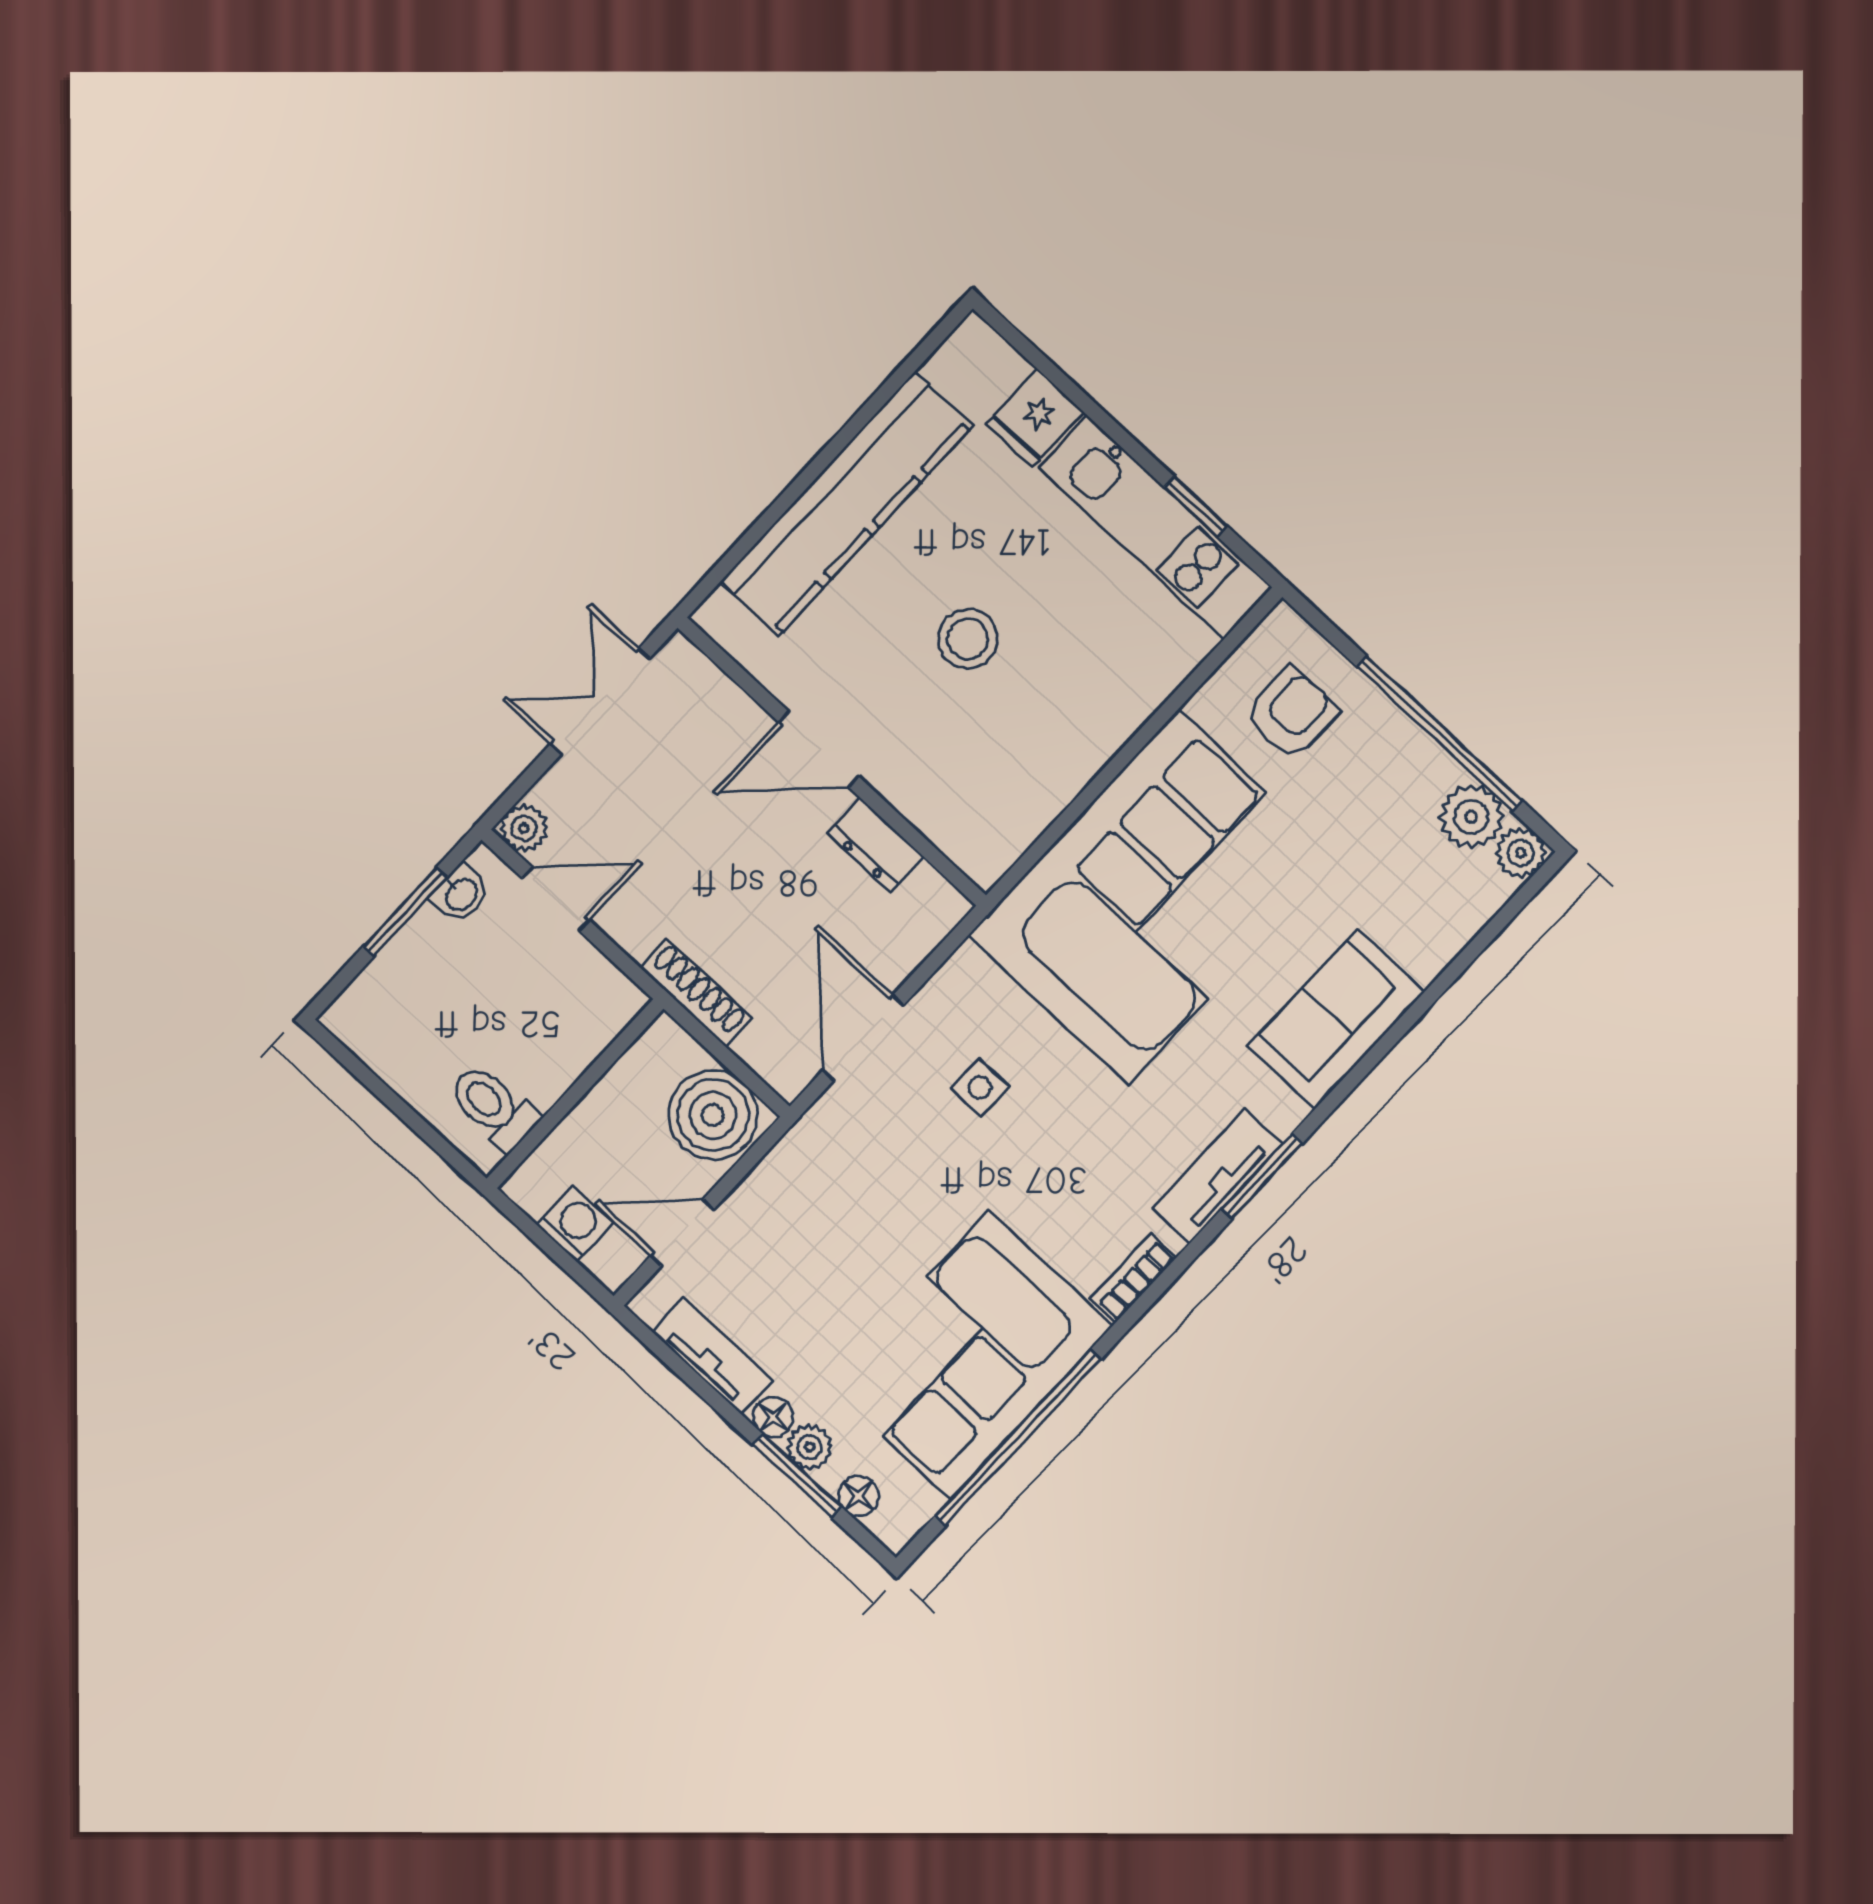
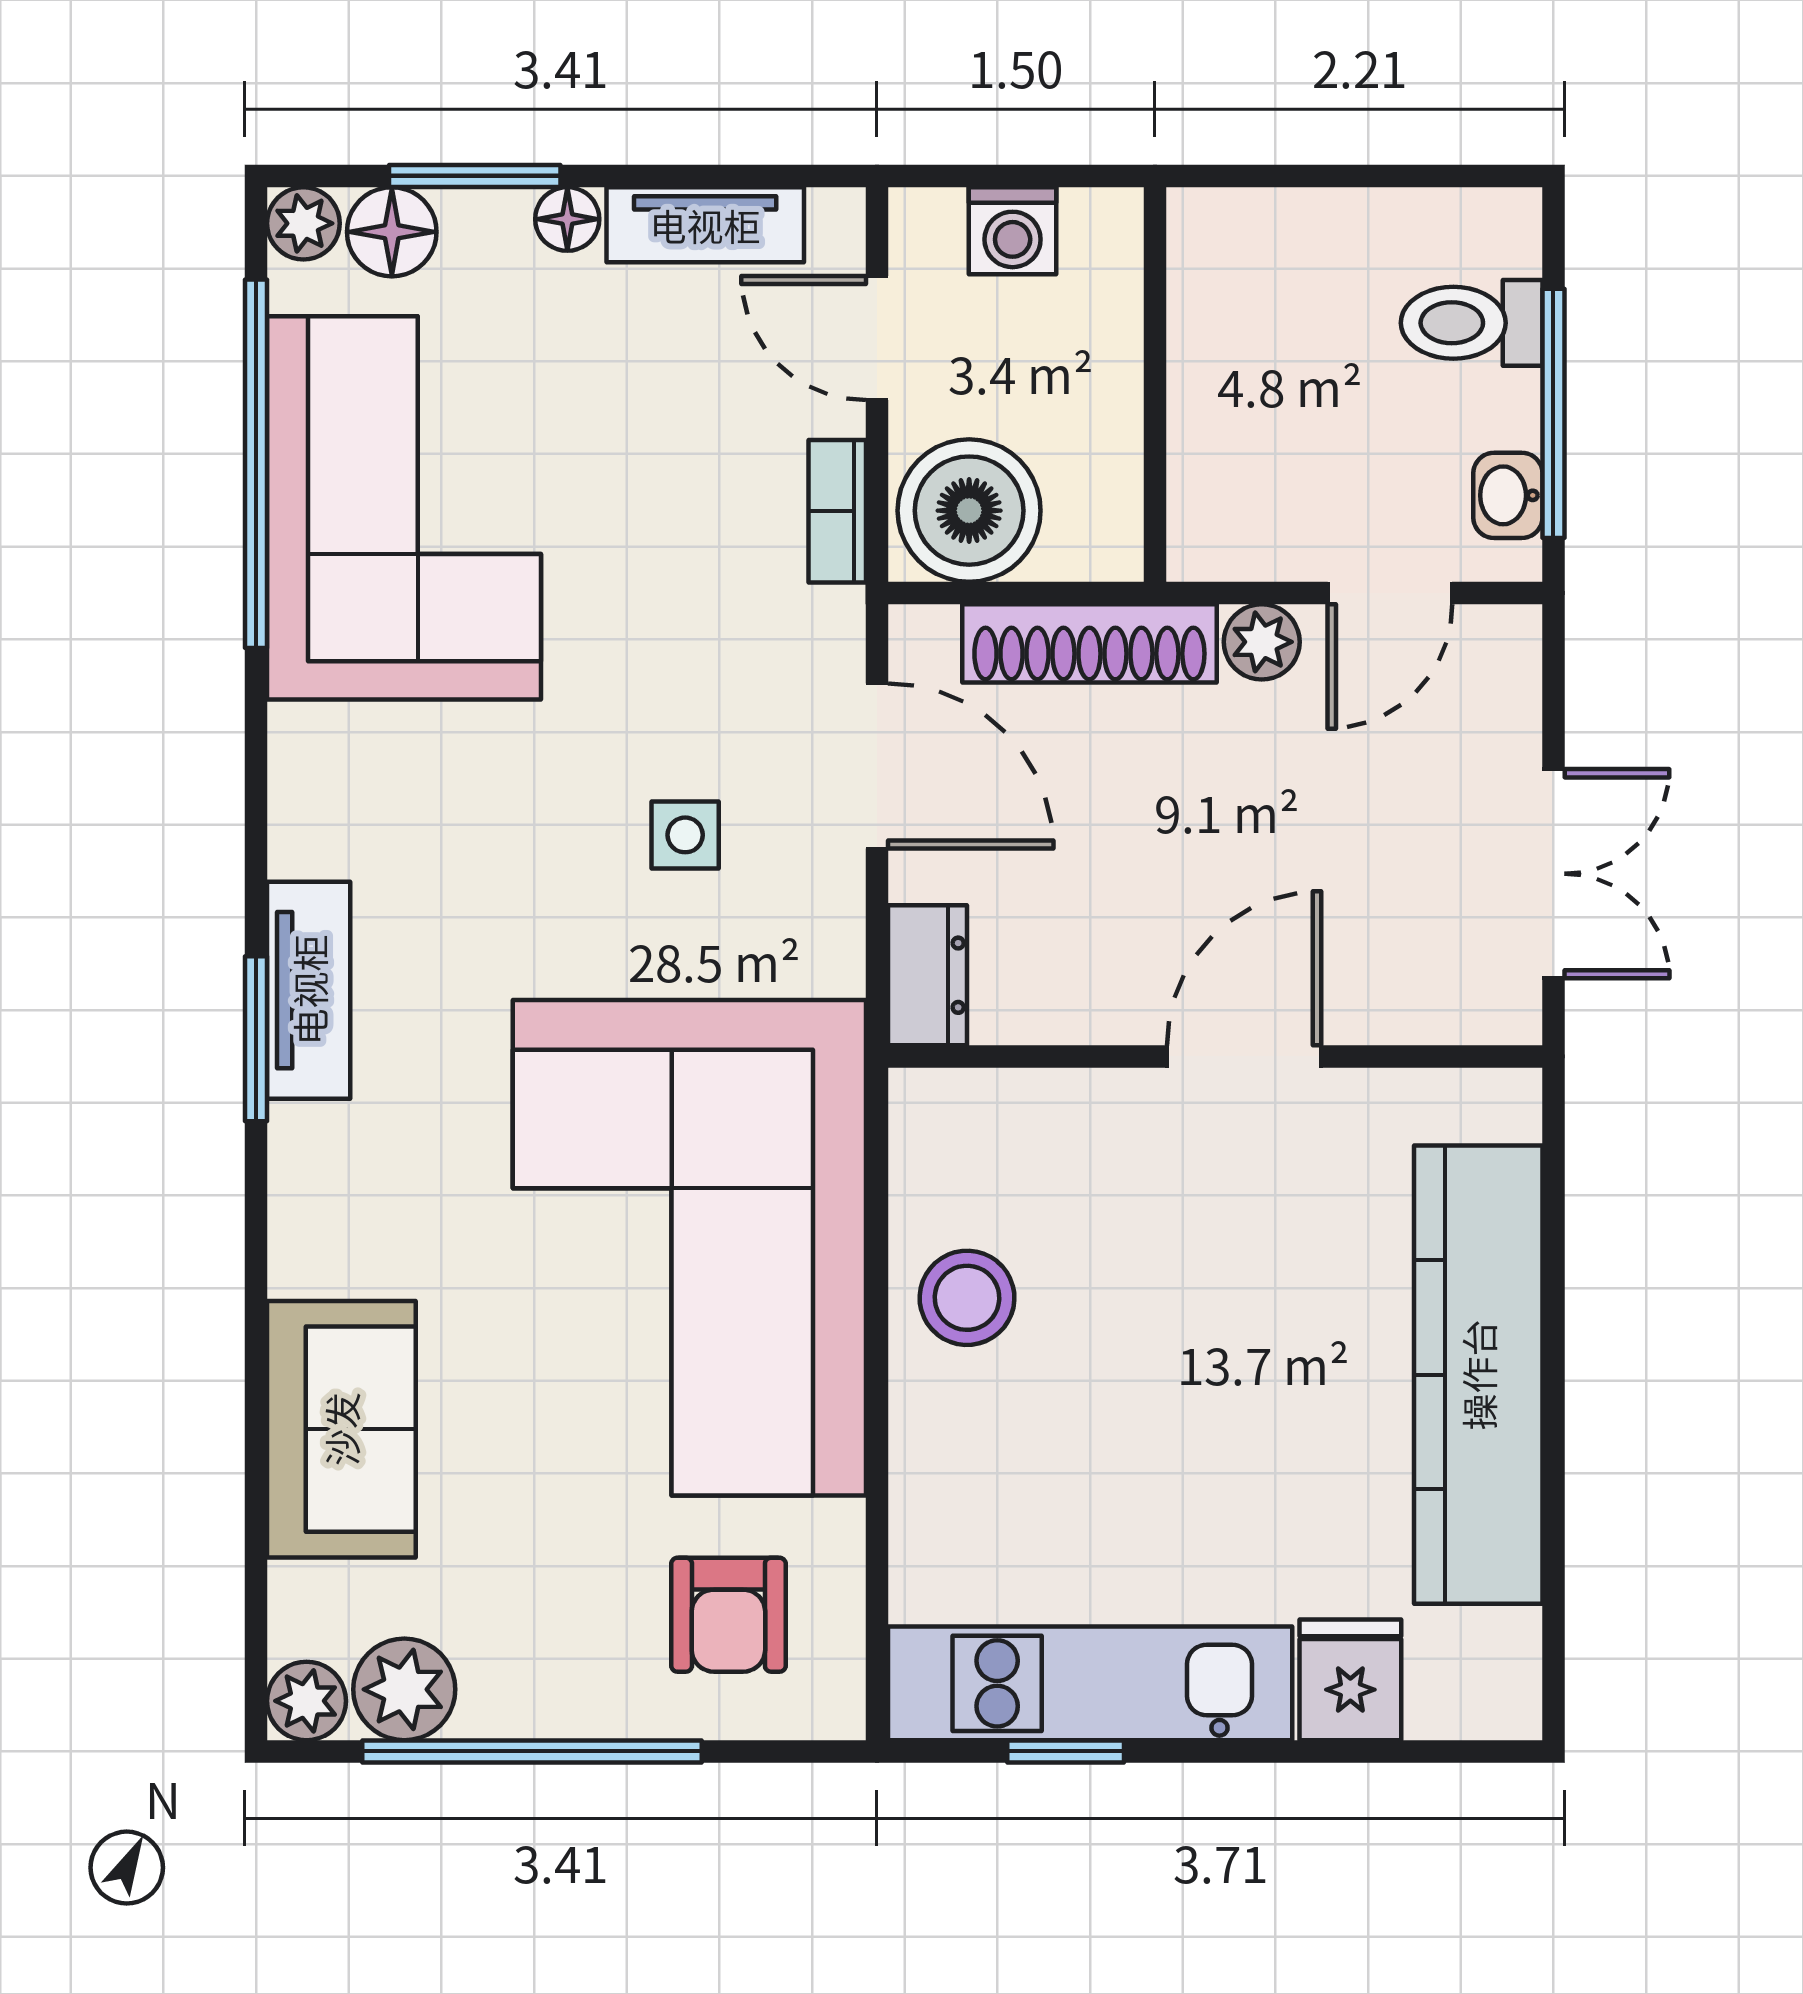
stool: (968, 639) -> (967, 1298), moved
plant: (524, 828) -> (1262, 642), moved
dresser: (876, 845) -> (927, 975), moved, turned 90
window: (405, 912) -> (1553, 413), width x1.44
shoe rack: (696, 993) -> (1089, 643), width x1.36, depth x1.24
sofa: (1336, 1019) -> (341, 1429), moved
toilet: (493, 1107) -> (1472, 323), moved, turned 180
door: (682, 1232) -> (877, 338), swing flipped
bookcase: (1133, 1278) -> (837, 511), moved, turned 180
plant: (809, 1447) -> (303, 223), moved
floor lamp: (859, 1496) -> (392, 232), width x1.37, depth x1.37

